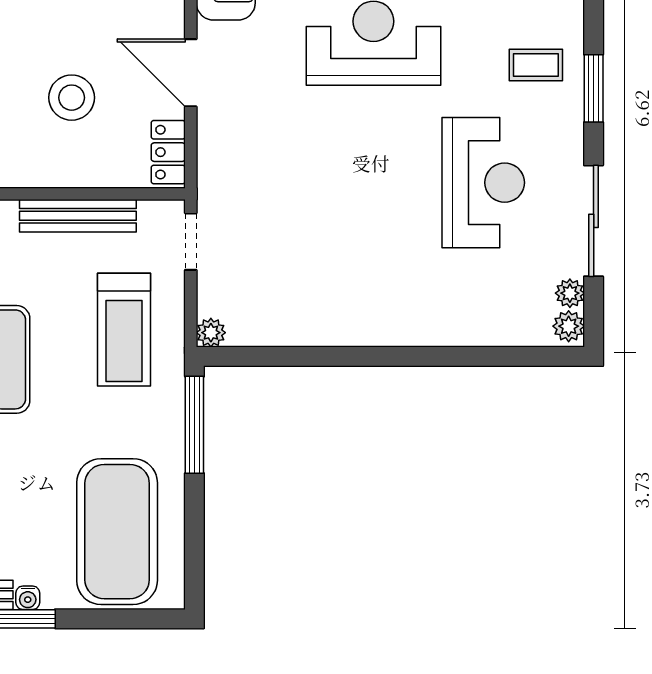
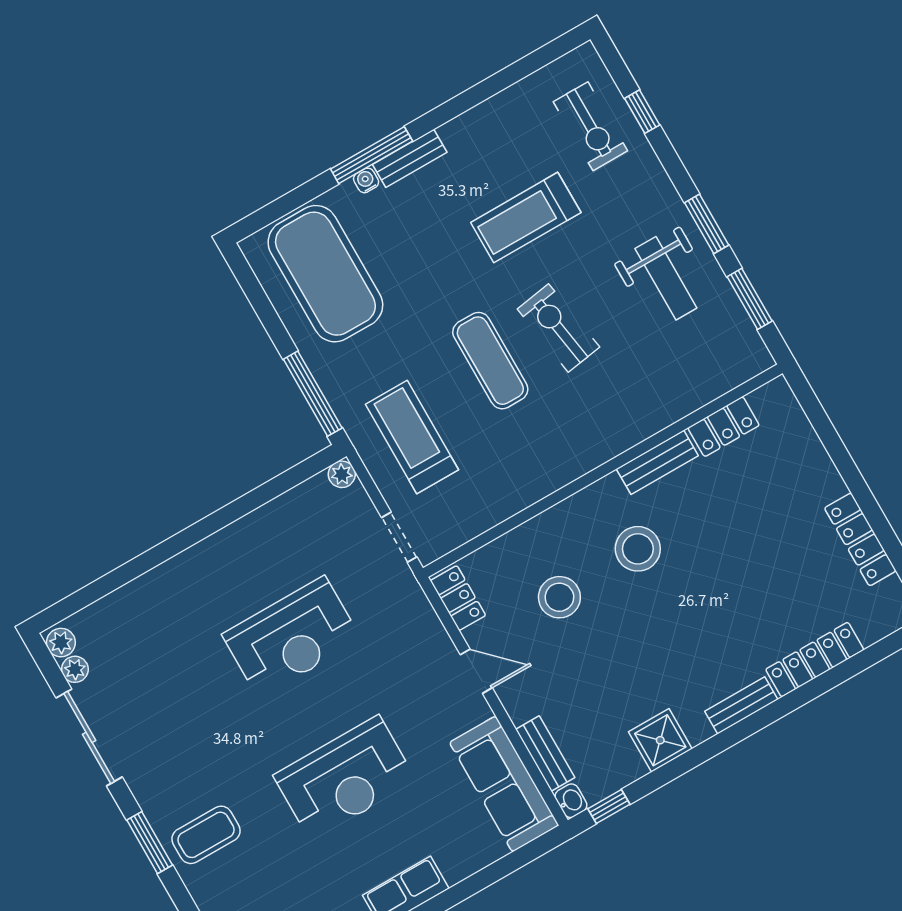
coffee table: (536, 65) -> (206, 835), width x1.36, depth x1.30
door: (191, 73) -> (476, 671), width x0.73
reception desk: (483, 183) -> (292, 637), moved, turned -90
bench: (78, 216) -> (501, 506), removed

